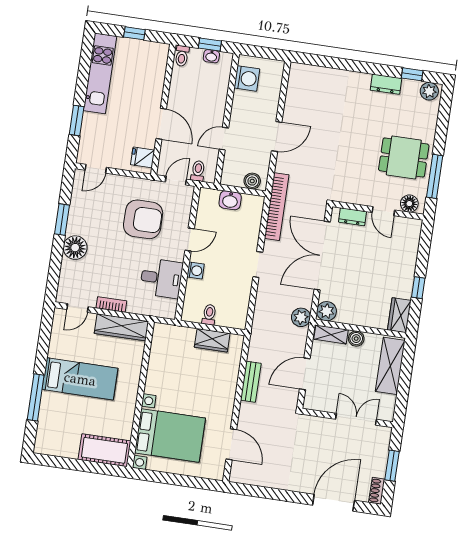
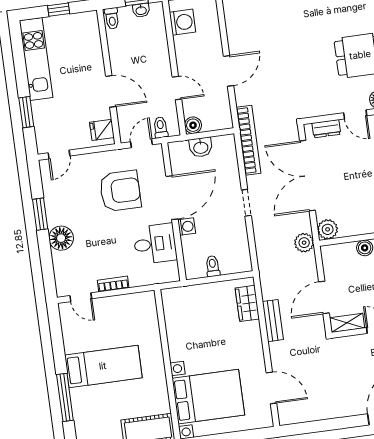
door: (224, 139) -> (177, 88), swing flipped
boiler: (252, 181) -> (193, 125), moved
door: (190, 240) -> (172, 198), width x1.88
door: (78, 308) -> (81, 297), hinge flipped
wardrobe: (121, 327) -> (130, 304), removed
shelving: (331, 334) -> (347, 323), moved
wardrobe: (212, 340) -> (247, 303), moved, turned 90

